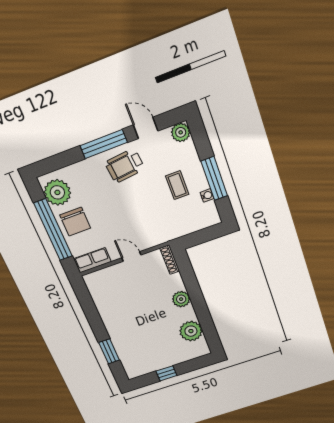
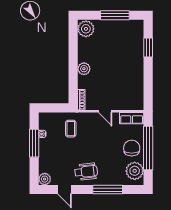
window: (104, 144) -> (108, 190), moved
coffee table: (177, 185) -> (71, 129), moved
plant: (191, 331) -> (86, 29), moved
window: (166, 373) -> (115, 15), width x2.17

